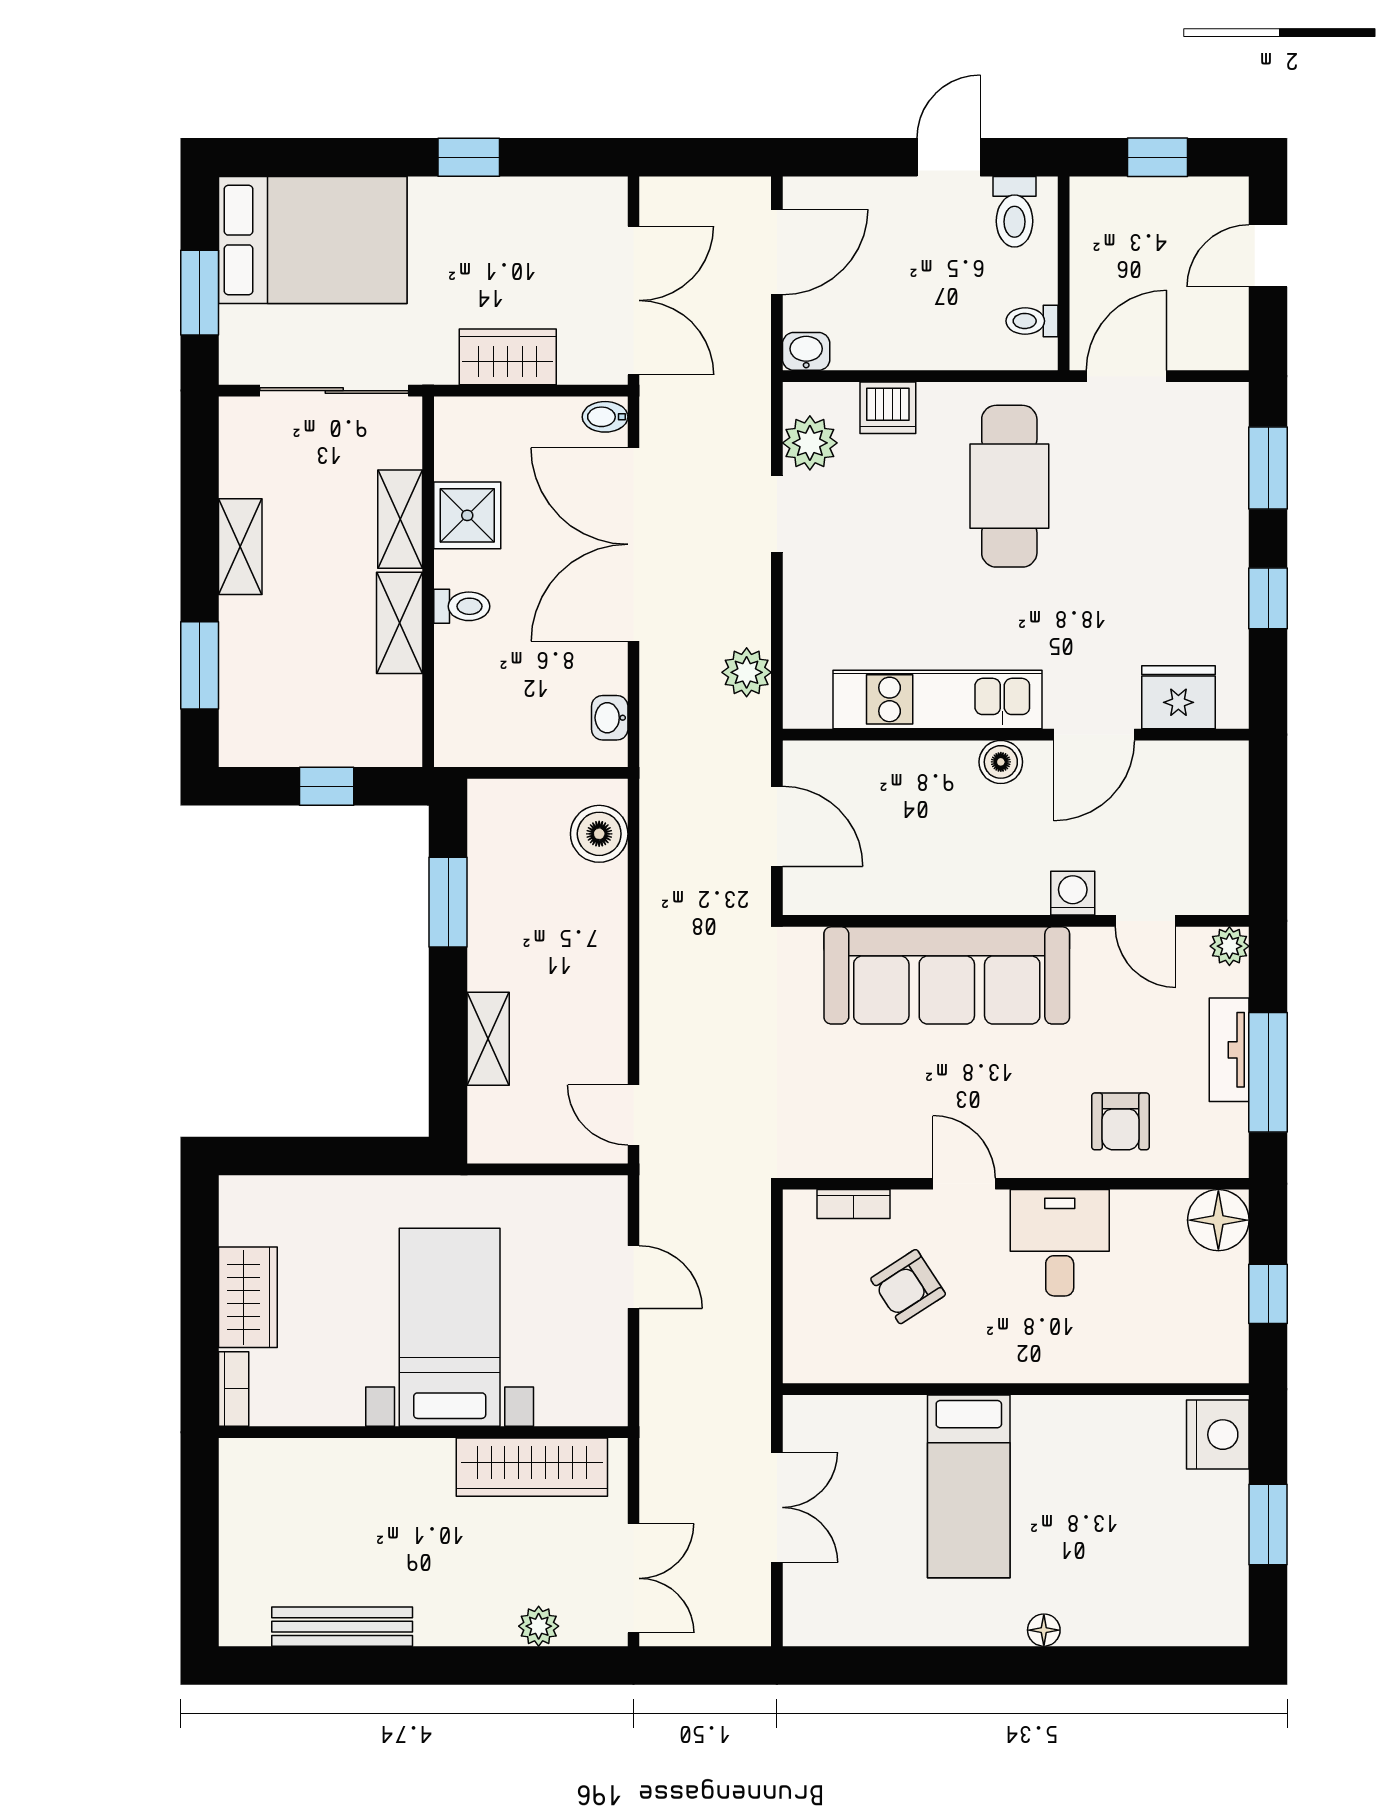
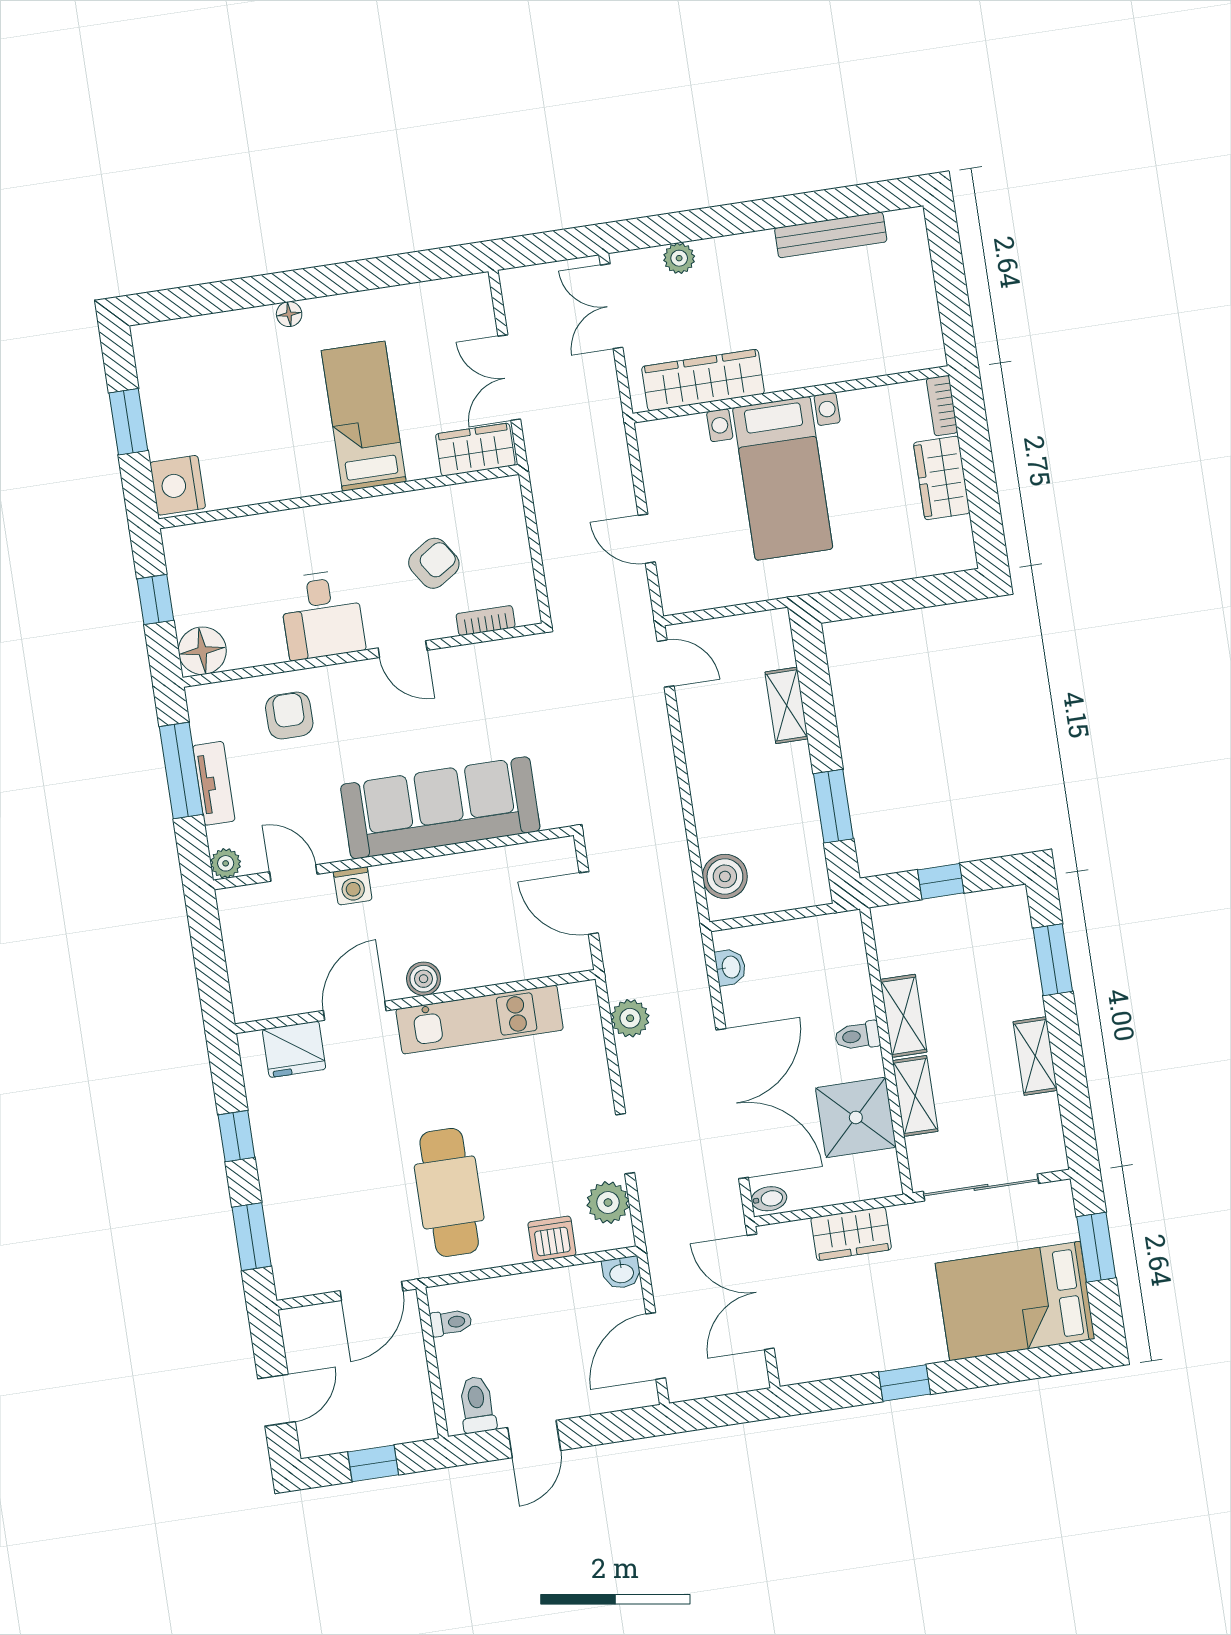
shower: (467, 515) -> (856, 1117), width x1.36, depth x1.36
wardrobe: (834, 1423) -> (475, 450), added

